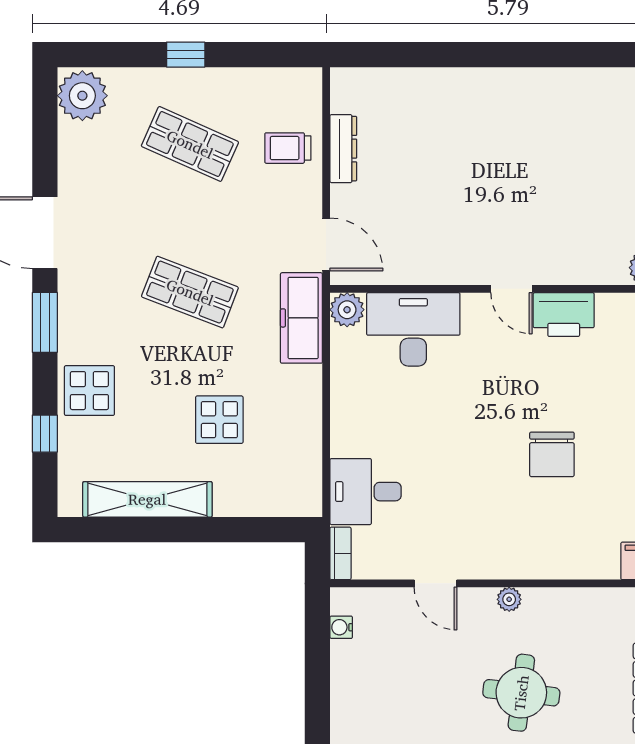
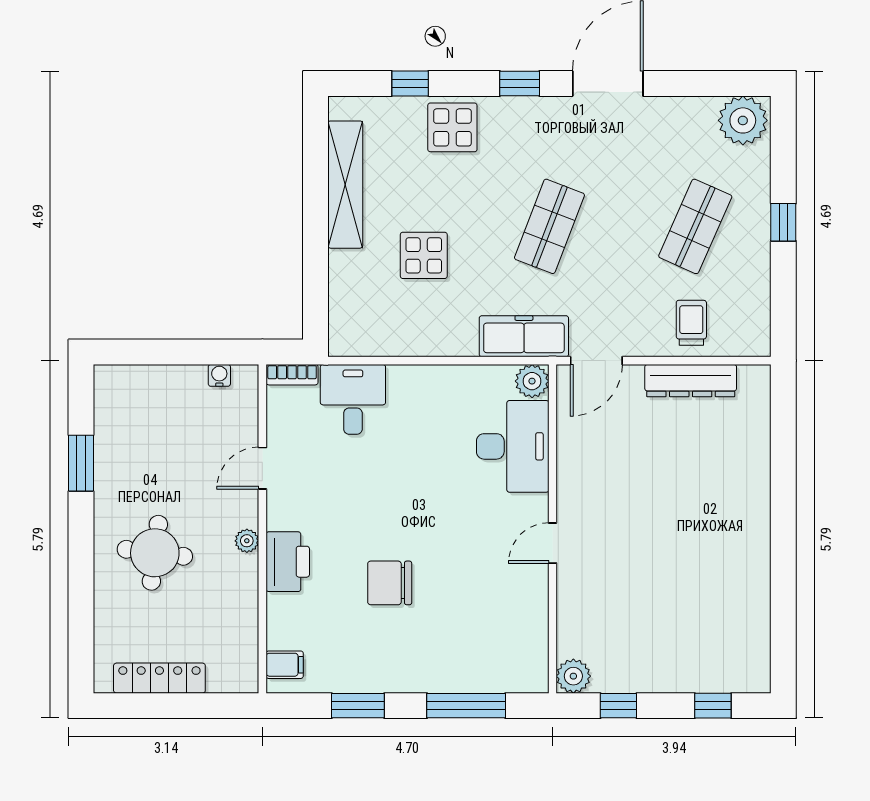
dresser: (343, 149) -> (691, 381), width x1.37, depth x1.24
printer: (564, 315) -> (288, 562), moved, turned 180
window: (45, 322) -> (520, 84), width x0.67

